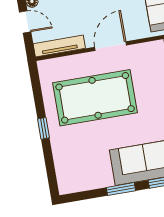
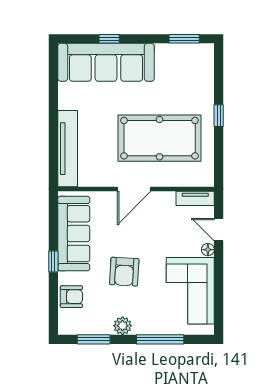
tv unit: (59, 46) -> (195, 198), width x0.71
window: (121, 189) -> (184, 39), moved

